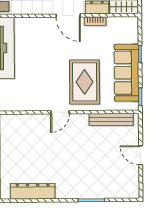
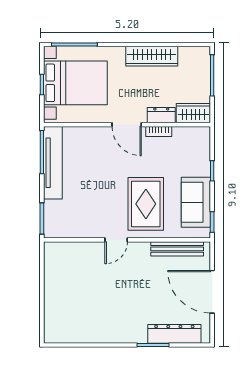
sofa: (127, 73) -> (196, 202), width x0.73
door: (141, 155) -> (212, 292), width x1.87
dresser: (33, 191) -> (174, 334), moved

